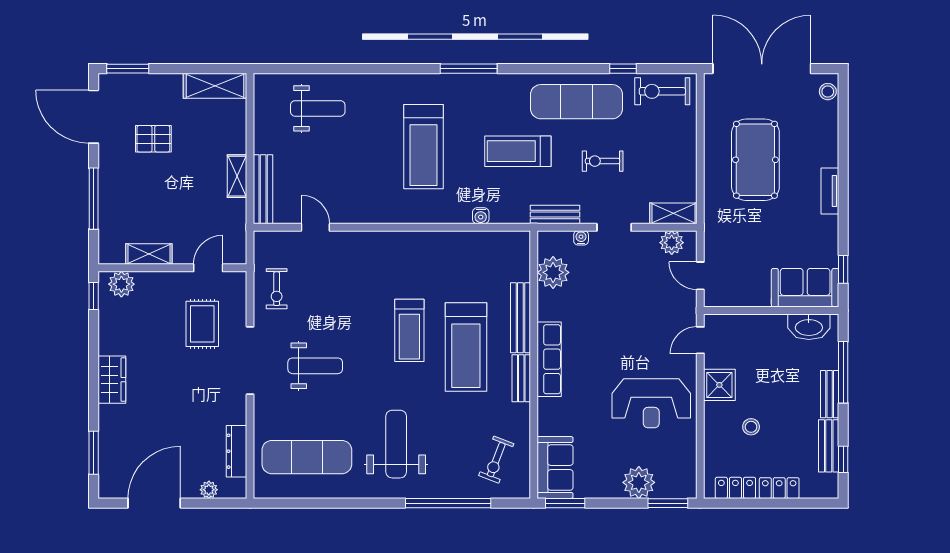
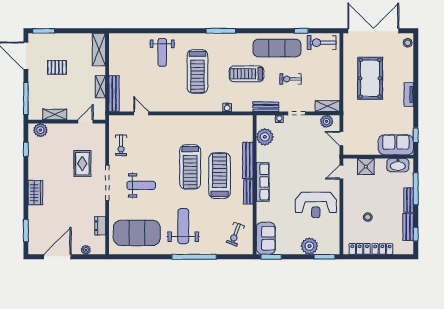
shelving: (215, 86) -> (99, 50), moved, turned 90
weight bench: (318, 108) -> (162, 52), moved, turned 90
shelving: (149, 254) -> (55, 114), moved
wall: (172, 268) -> (67, 122), moved
door: (208, 268) -> (85, 122), moved
plant: (121, 284) -> (40, 130), moved
treadmill: (409, 330) -> (190, 167), width x1.37, depth x1.38
treadmill: (466, 347) -> (220, 176), turned 180
shower: (719, 385) -> (366, 167), moved
dresser: (236, 451) -> (100, 226), width x0.70
exercise mat: (307, 457) -> (137, 233), width x1.47
window: (448, 503) -> (194, 257), moved

